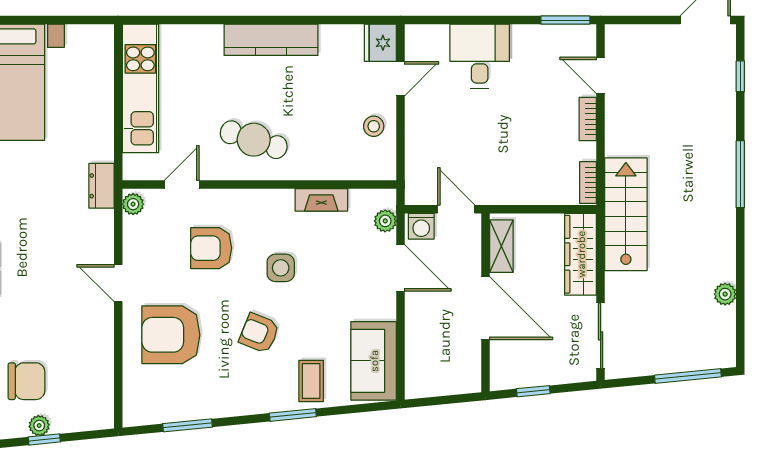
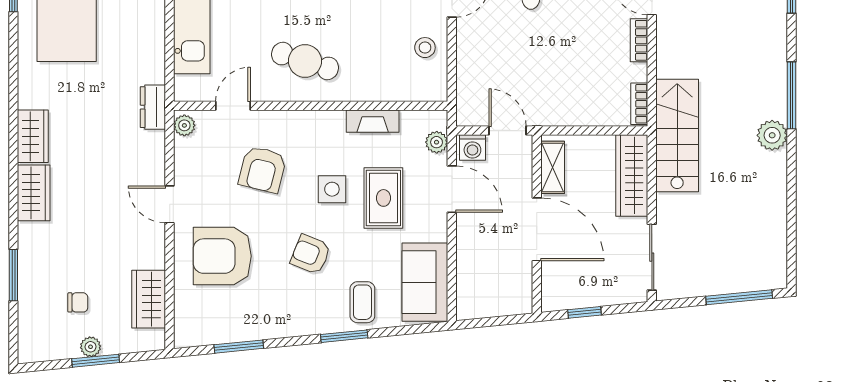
armchair: (211, 248) -> (263, 169), turned -76
rug: (332, 277) -> (383, 198), added
plant: (725, 294) -> (772, 135), moved, width x1.38, depth x1.38
wardrobe: (97, 378) -> (149, 299), added
chair: (26, 381) -> (78, 302), width x0.54, depth x0.54
window: (44, 439) -> (96, 361), width x1.50

